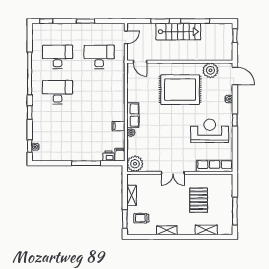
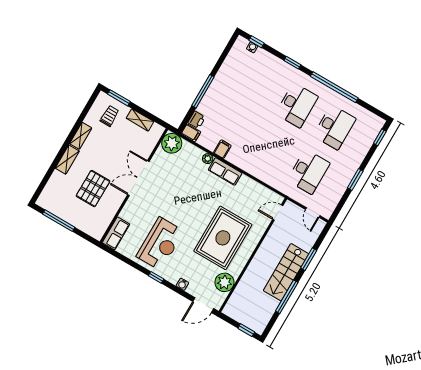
row of seats: (215, 166) -> (116, 233), width x0.68
double door: (173, 173) -> (138, 178), width x1.37
pallet: (199, 200) -> (93, 189), turned 90
shelving: (206, 230) -> (67, 160), moved

